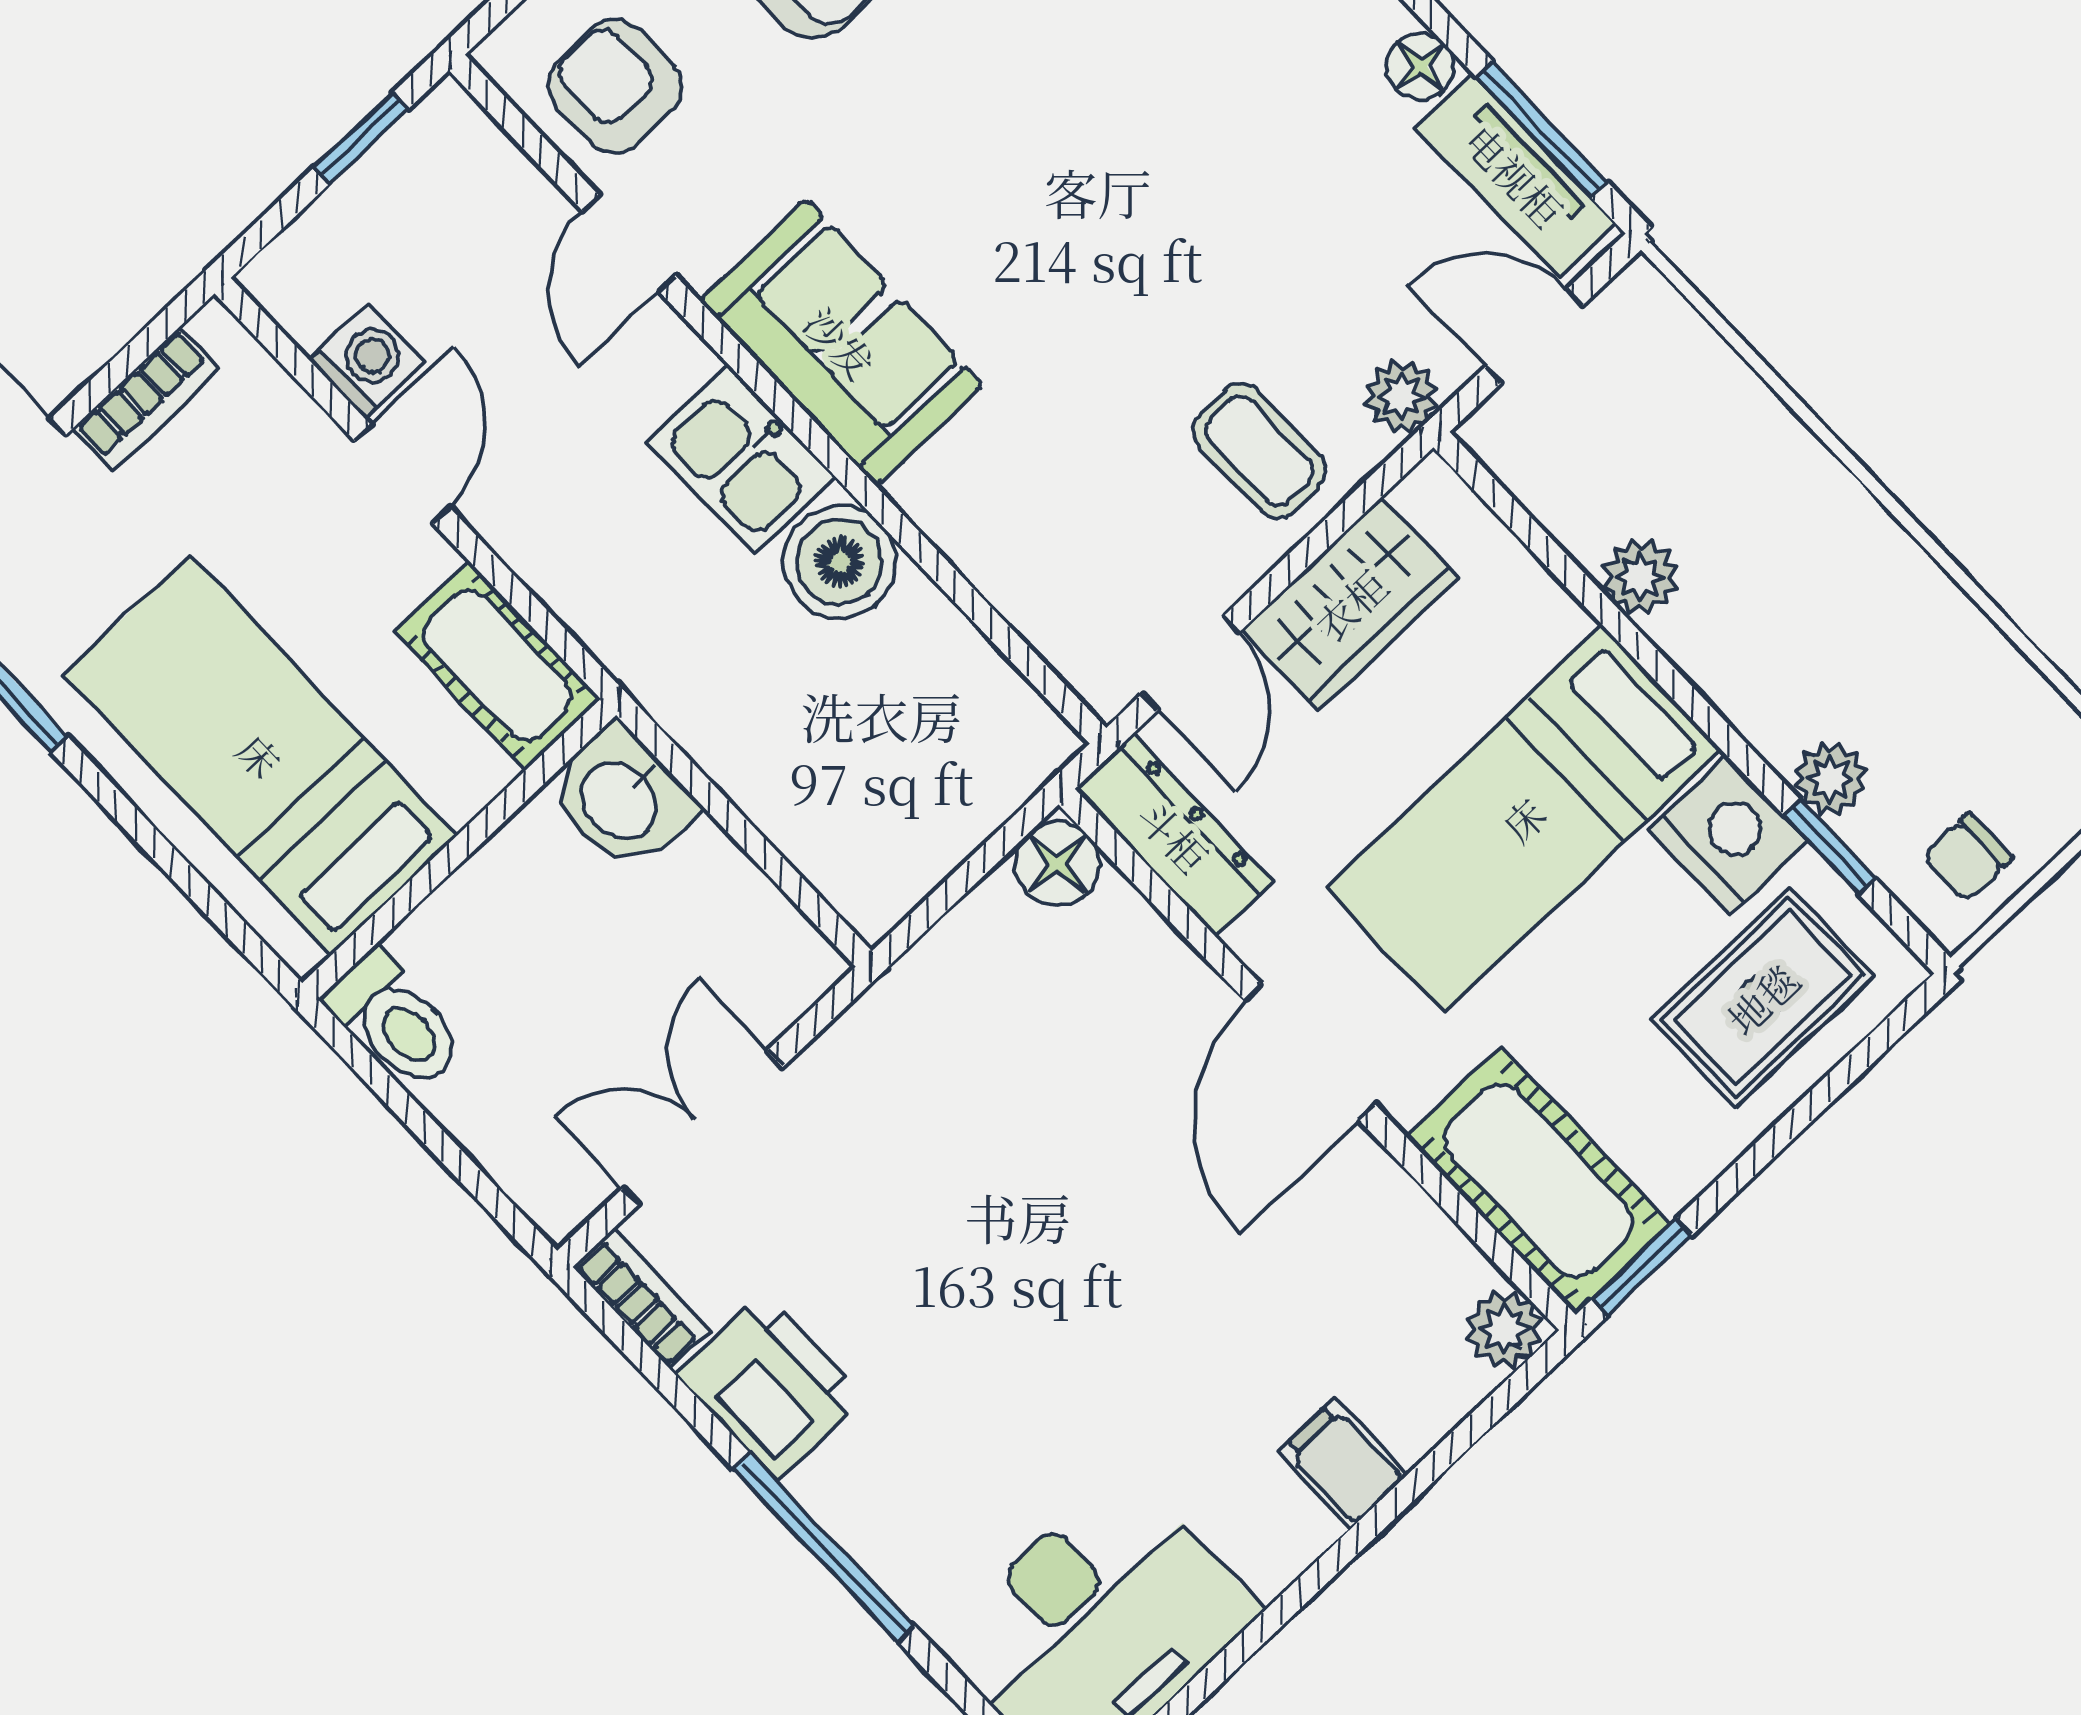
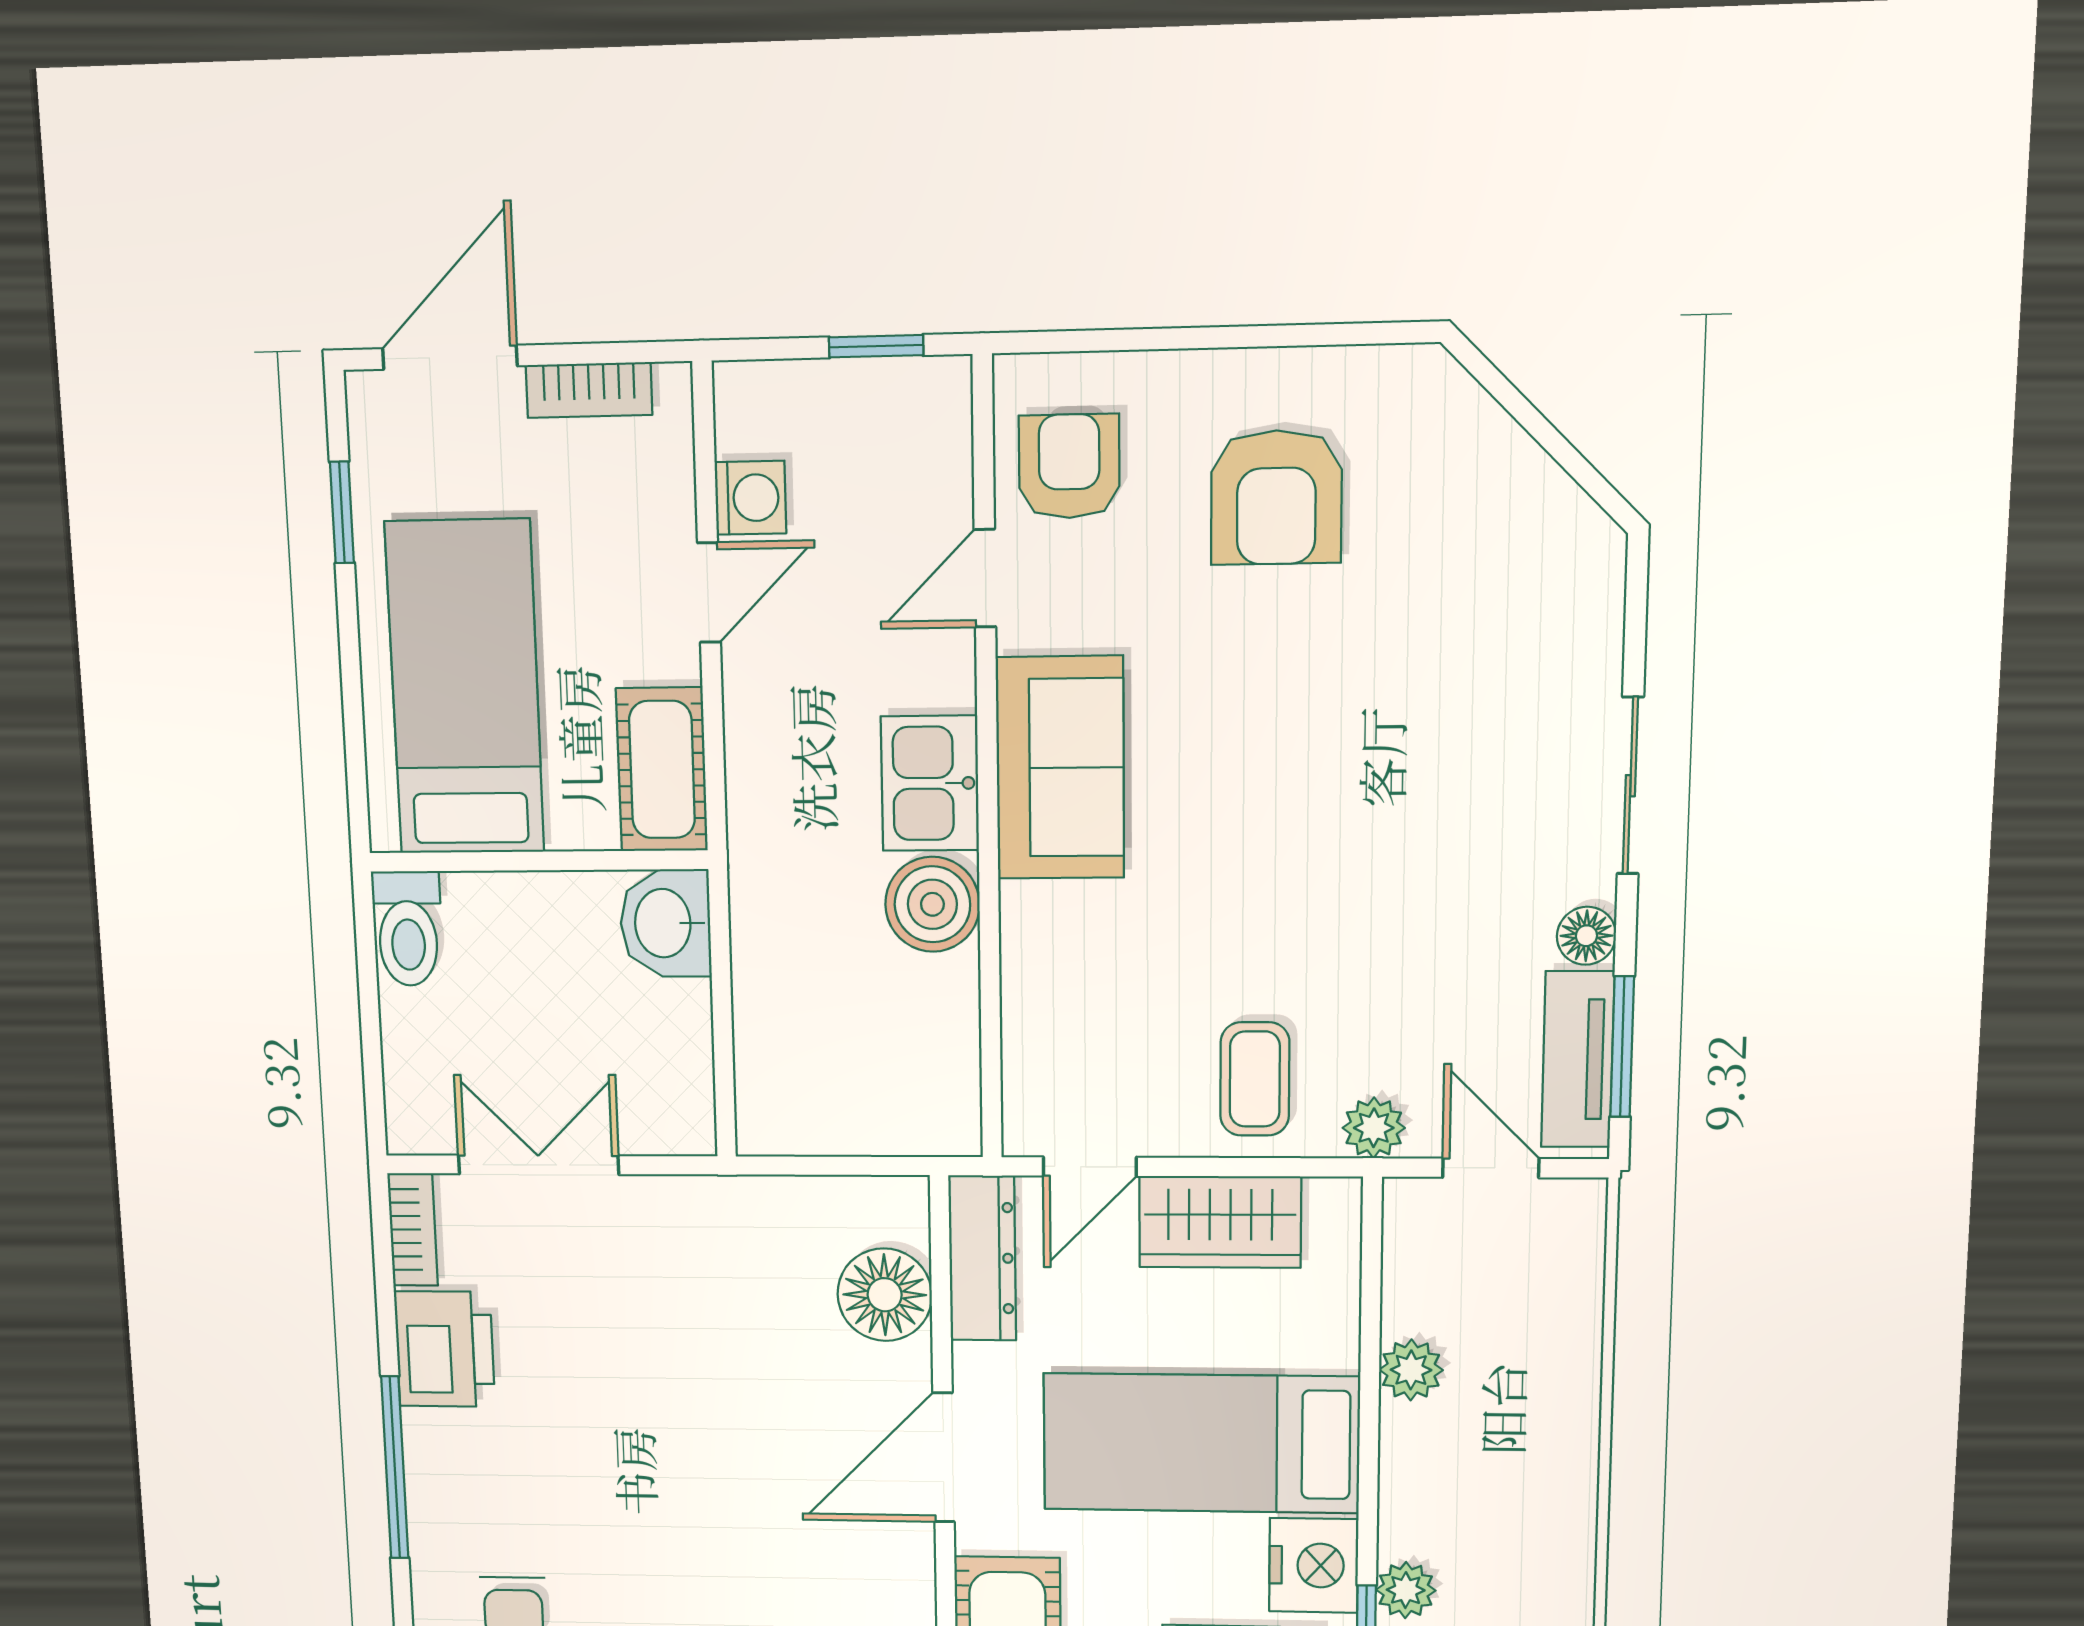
floor lamp: (1057, 864) -> (885, 1295), moved, width x1.38, depth x1.38

